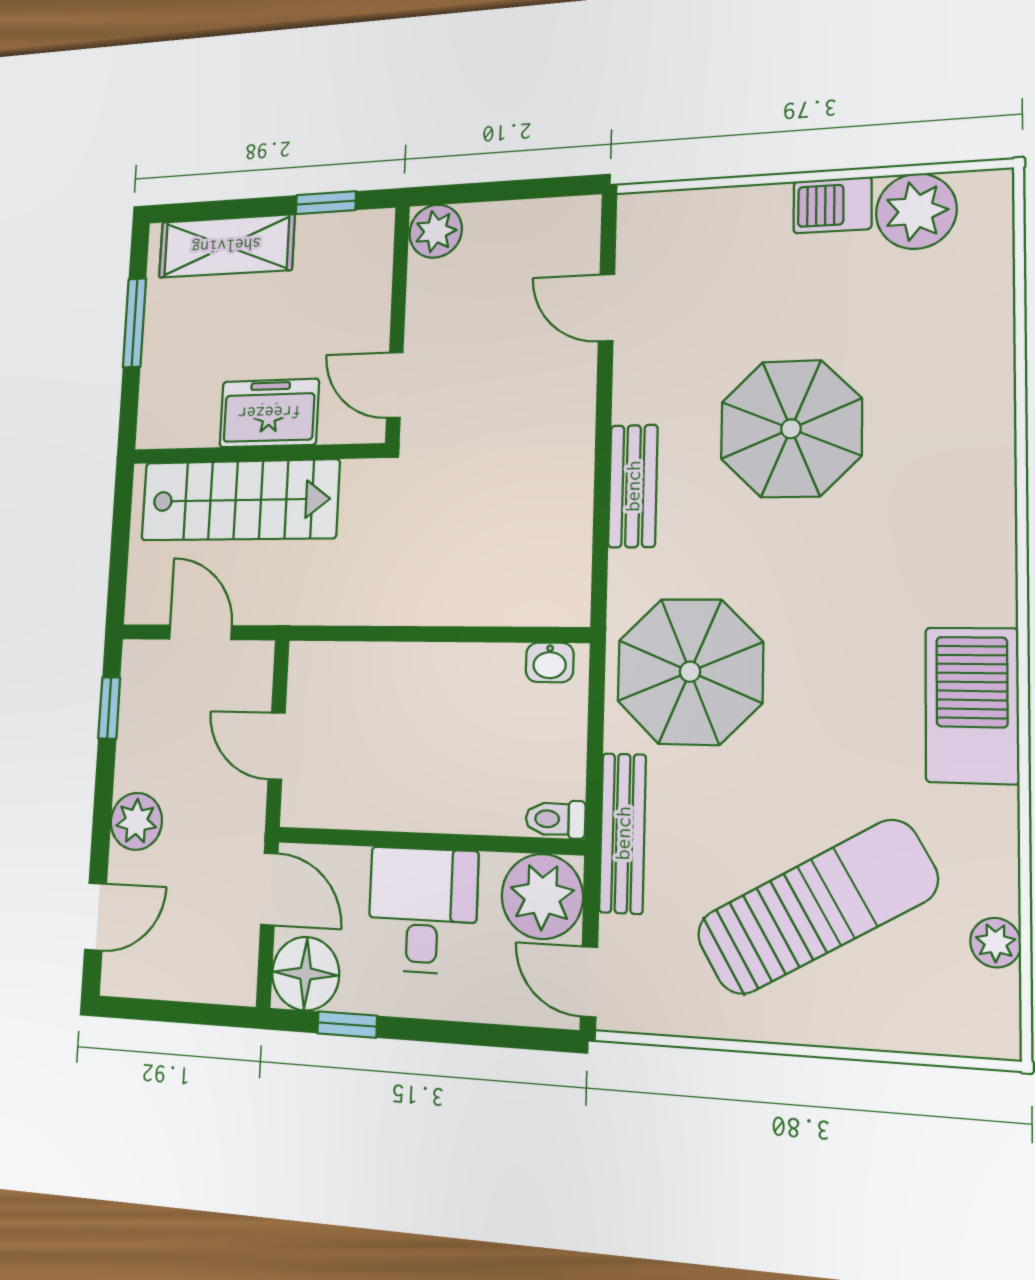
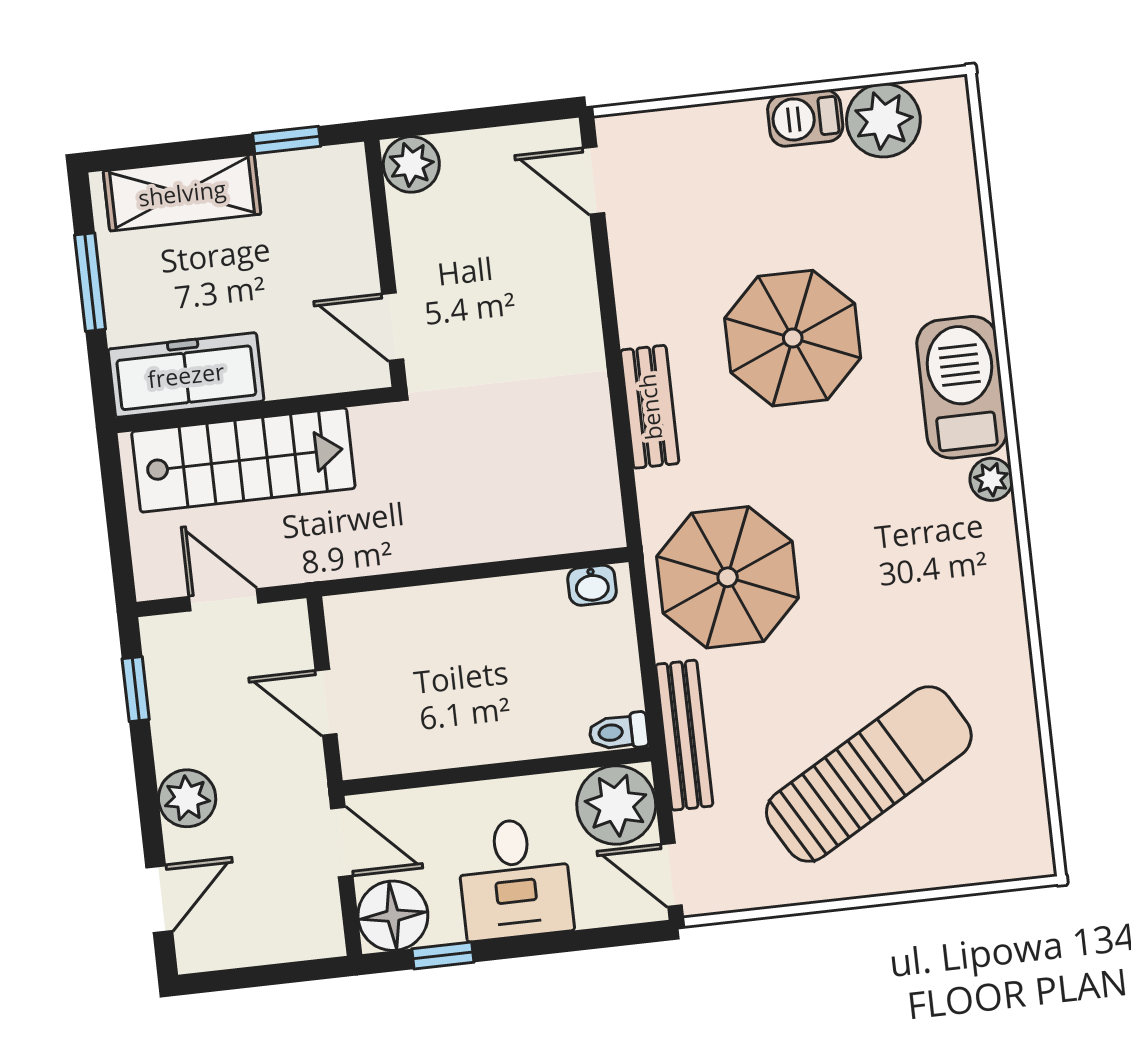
door: (606, 308) -> (594, 181), moved
freezer: (269, 413) -> (186, 375), moved, width x1.40
barbecue: (972, 705) -> (962, 387), moved
desk: (423, 910) -> (515, 879), moved, turned 180
plant: (996, 943) -> (991, 479), moved

